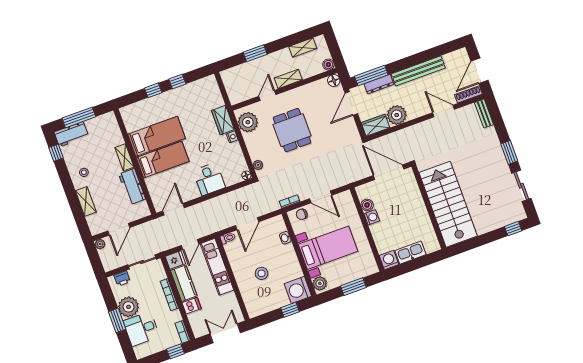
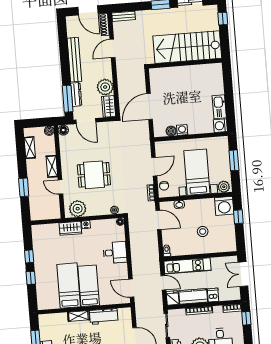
stairs: (448, 204) -> (187, 47), moved
wall: (429, 207) -> (185, 63), moved
door: (247, 224) -> (158, 220), moved

